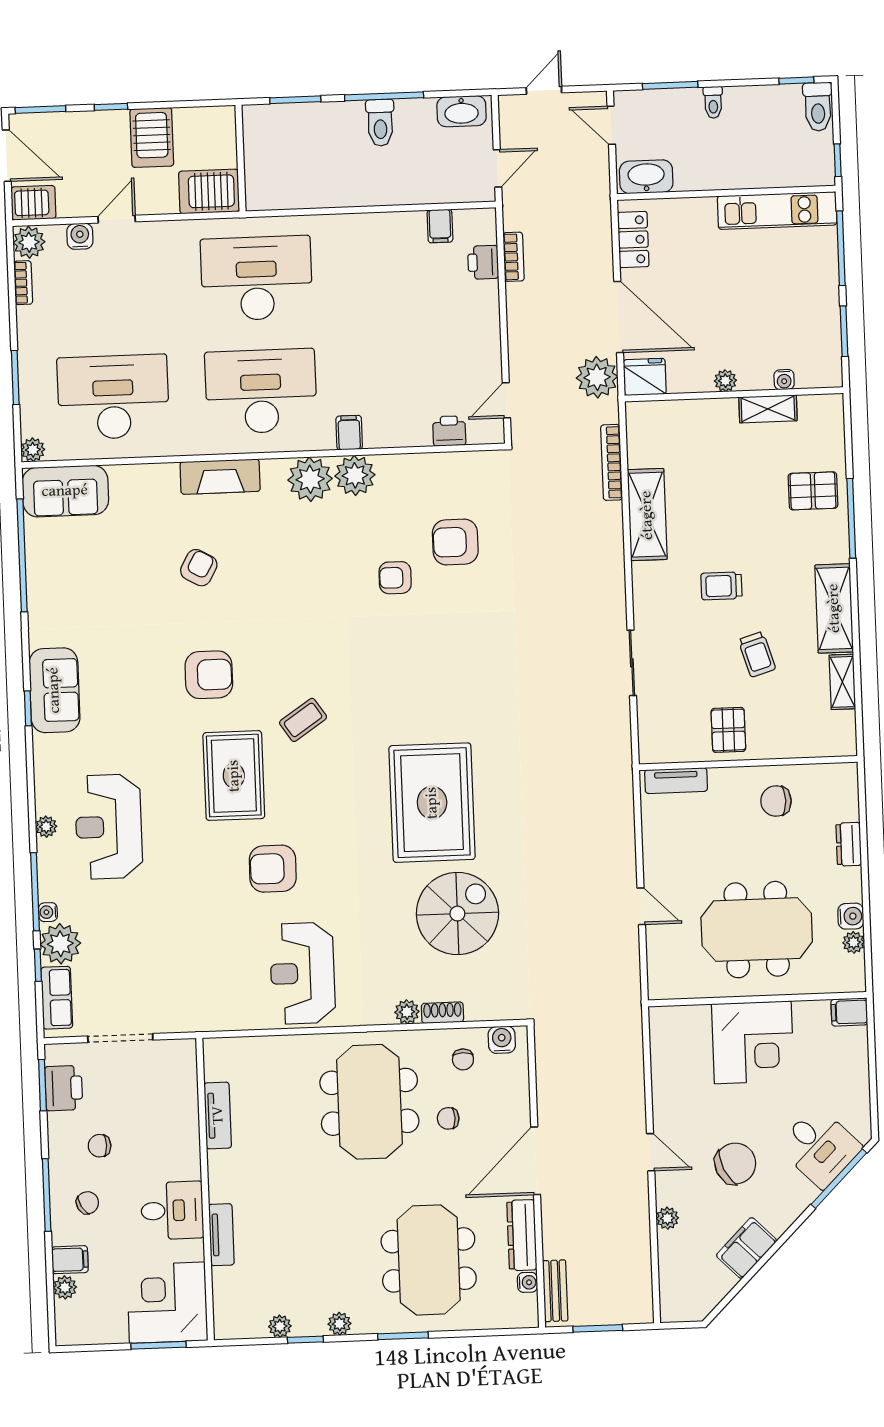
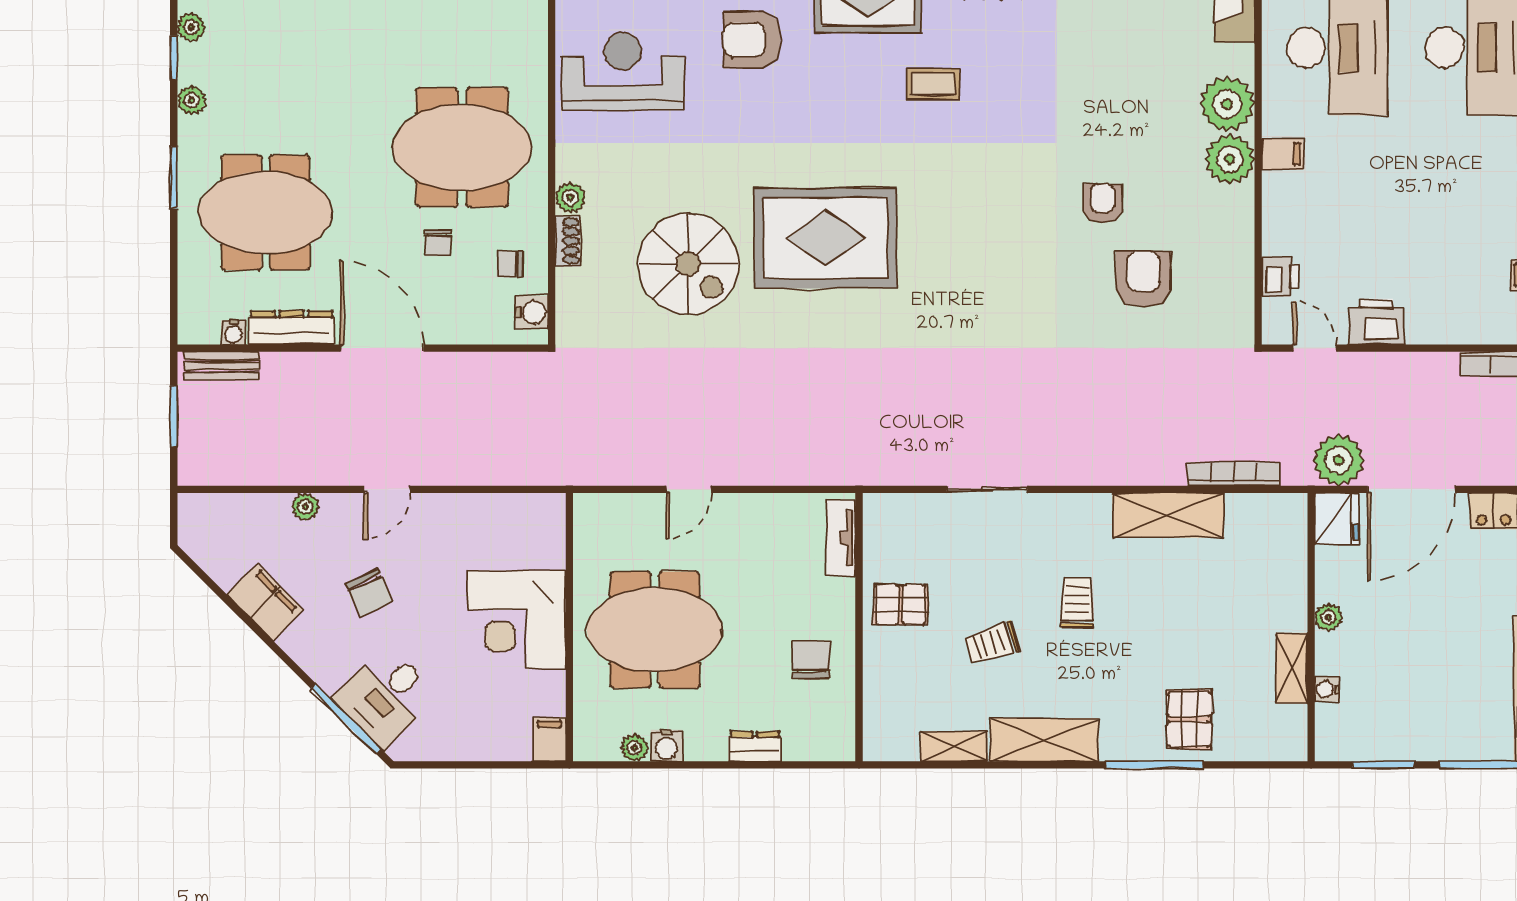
printer: (483, 262) -> (1376, 322), moved, width x1.36, depth x1.24
coffee table: (303, 720) -> (933, 84), turned -56
armchair: (273, 869) -> (752, 40), turned -90
meeting table: (757, 930) -> (655, 630), turned 90
chair: (448, 1118) -> (438, 243), turned 180
chair: (735, 1163) -> (369, 593), width x0.73, depth x0.73

